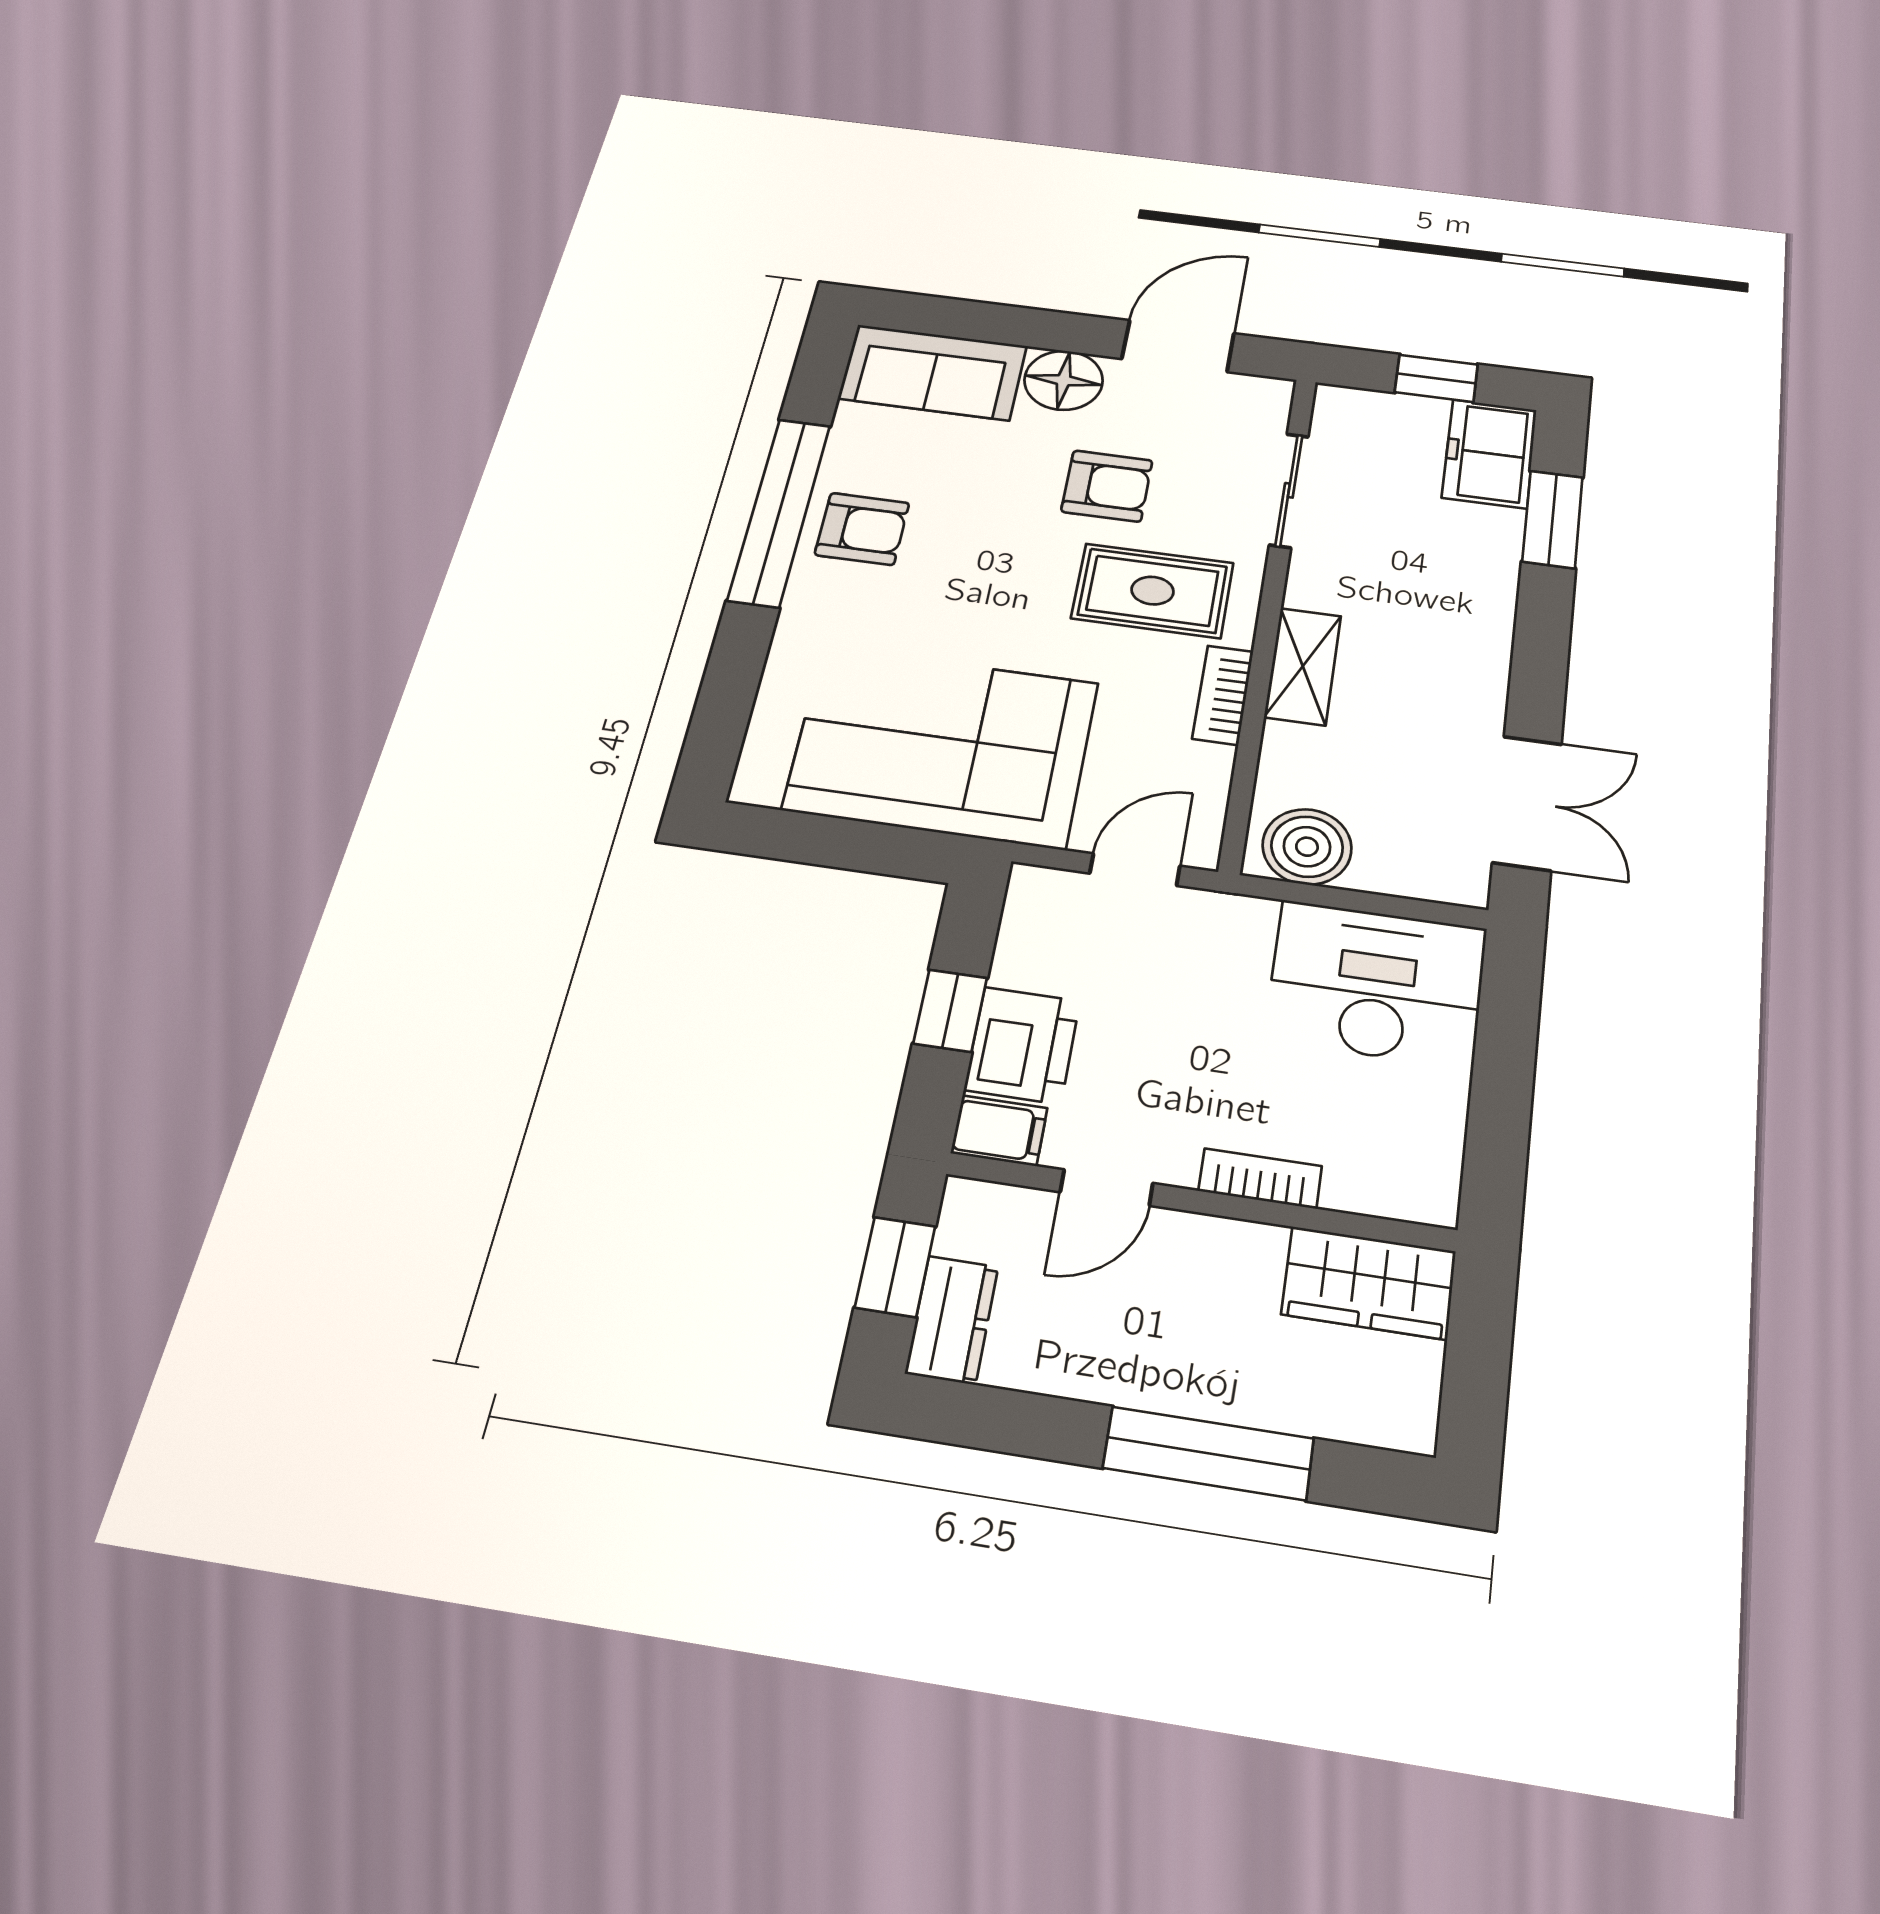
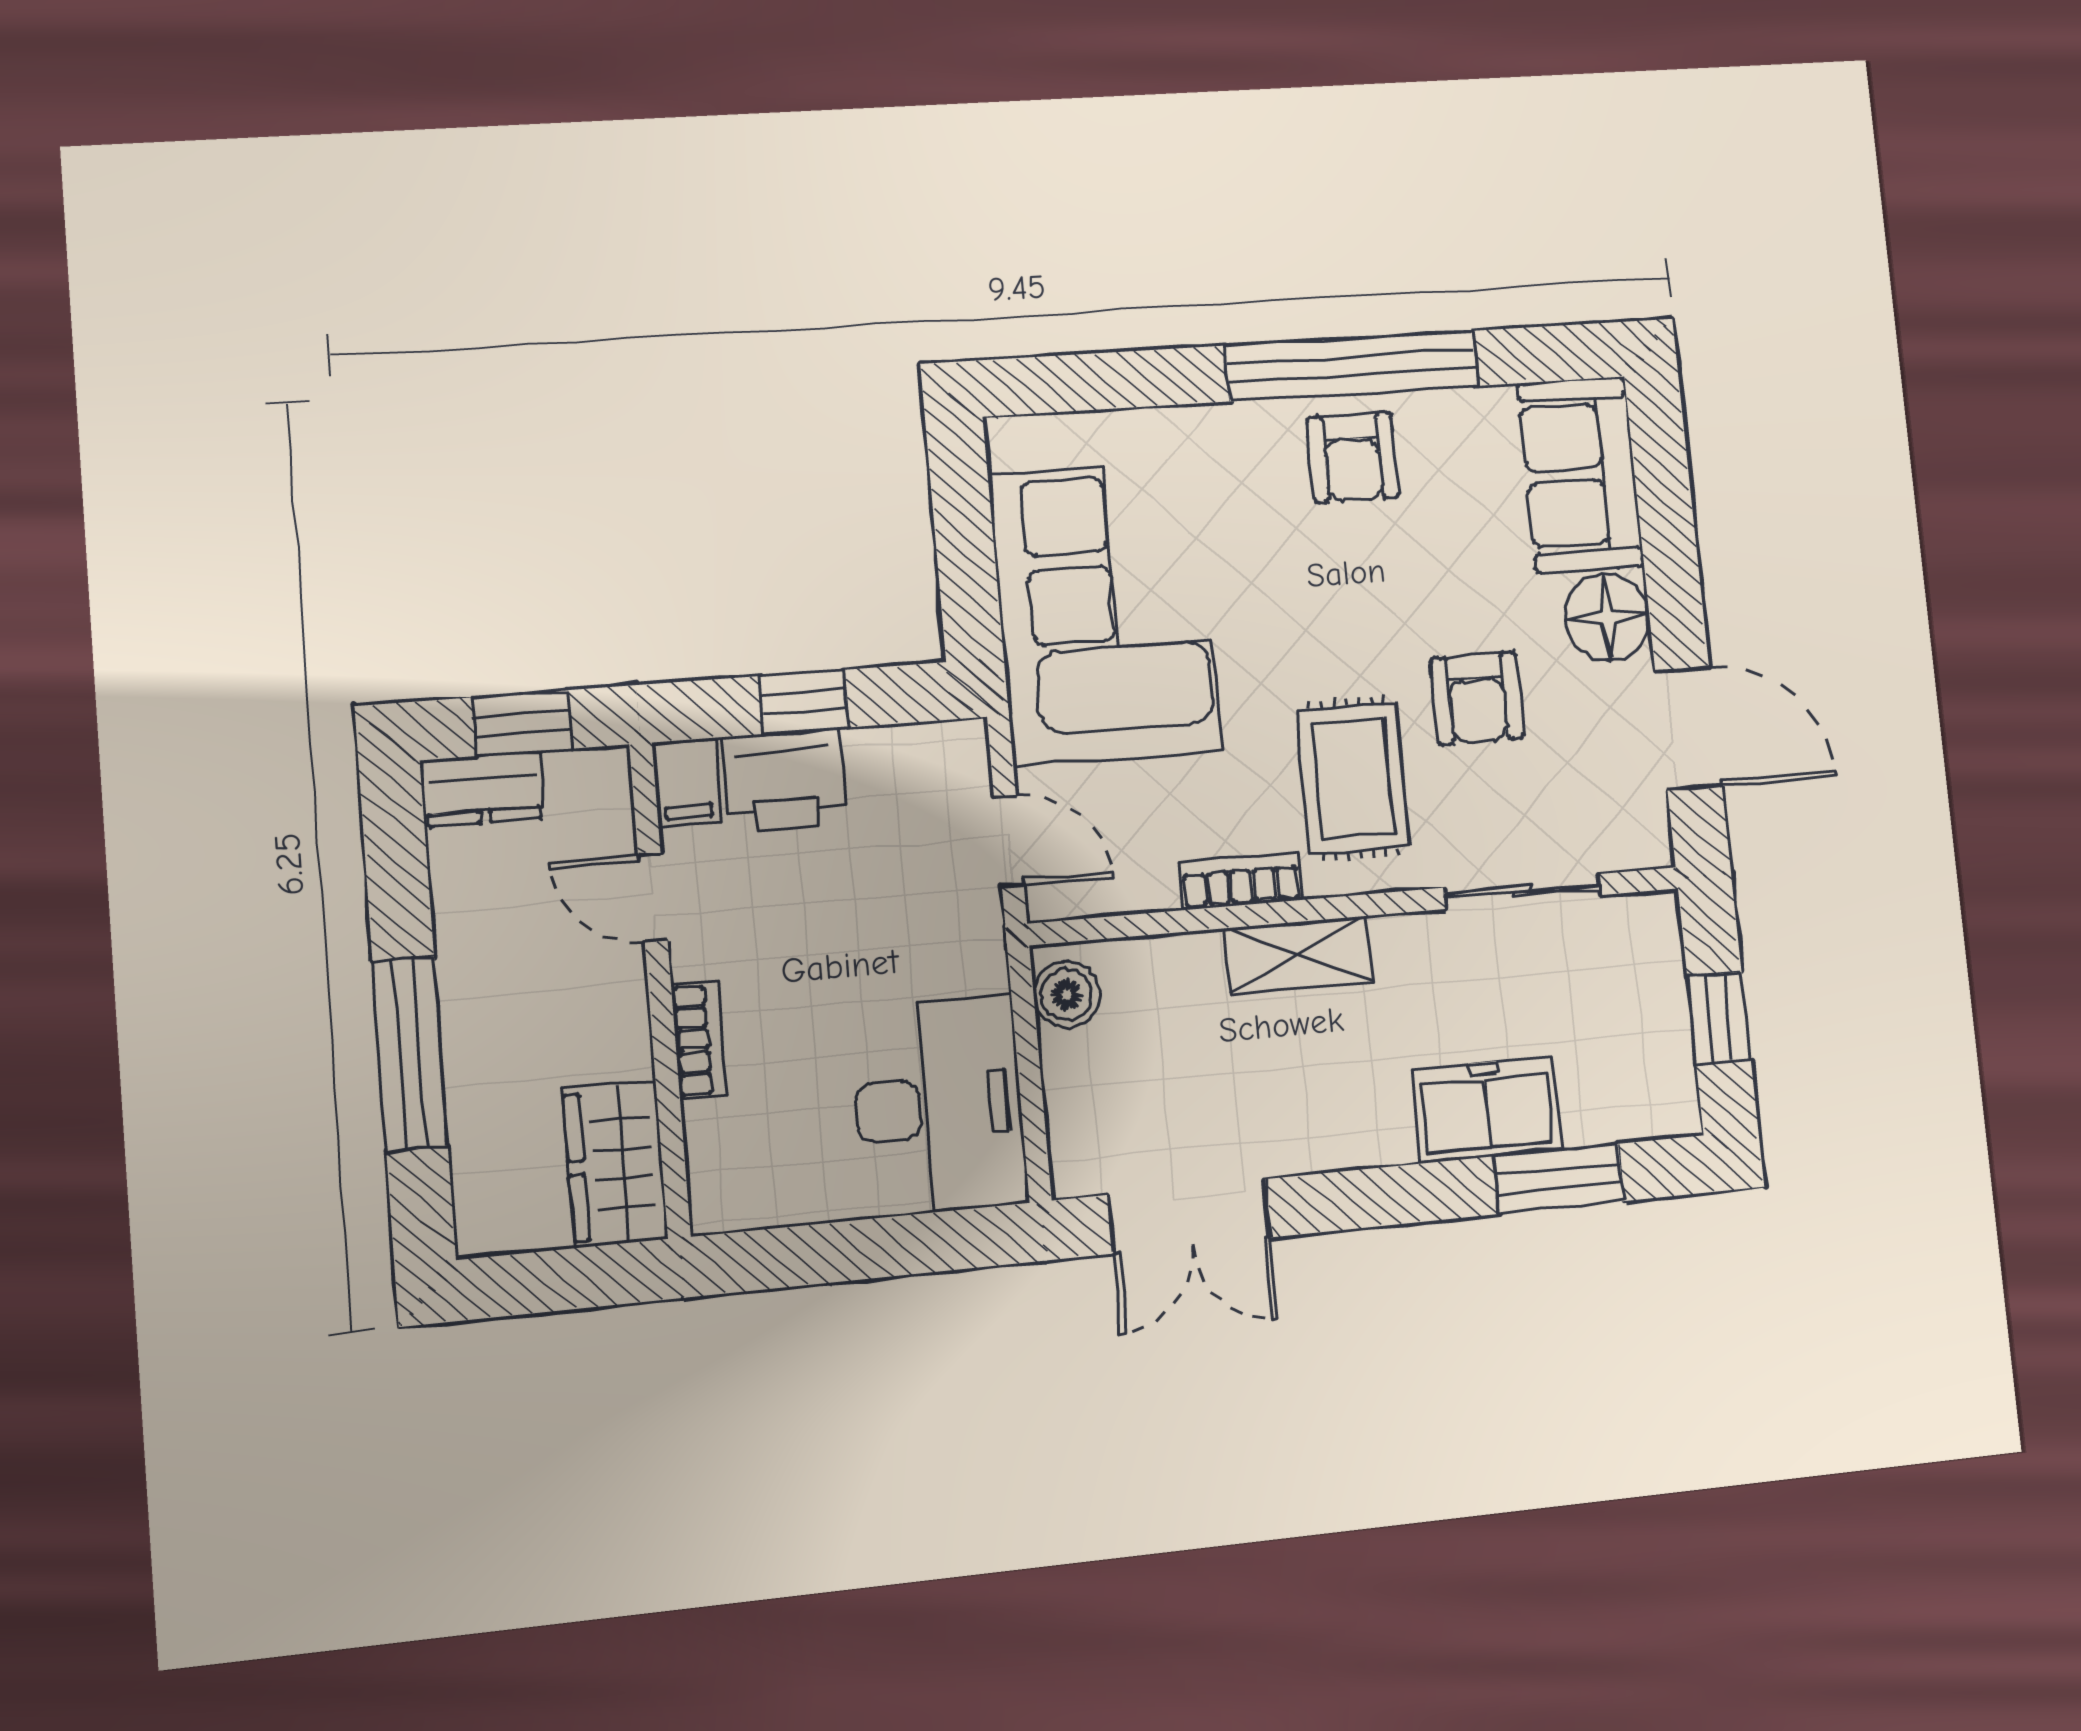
freezer: (1490, 454) -> (1487, 1109), moved
boiler: (1307, 847) -> (1067, 994), width x0.73, depth x0.73

